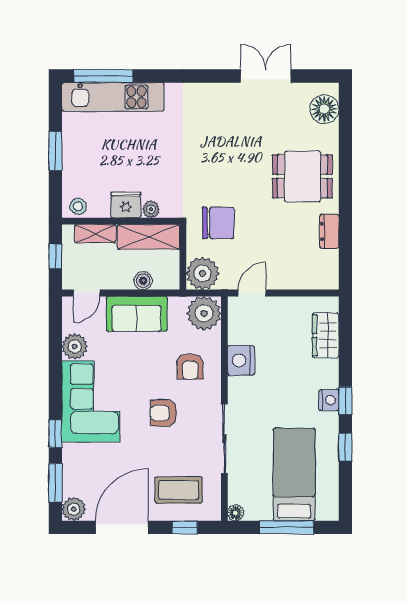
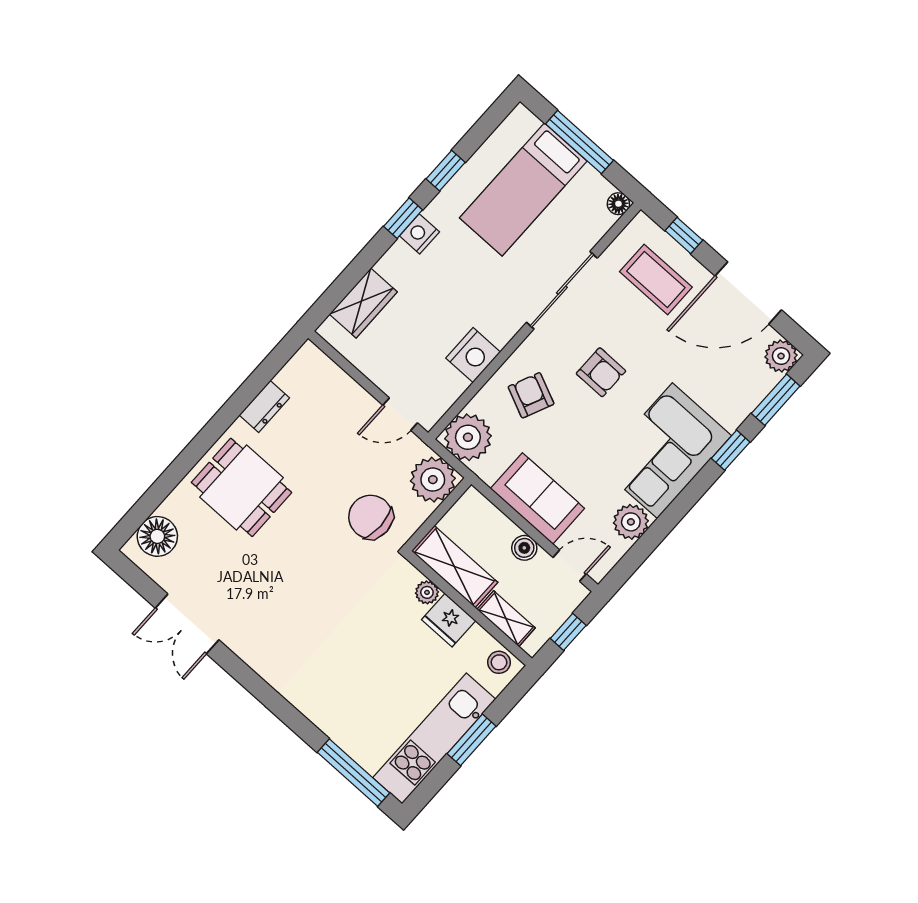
kitchen unit: (113, 97) -> (434, 738), moved, turned -90
boiler: (143, 281) -> (524, 548), moved
armchair: (190, 367) -> (531, 395), turned -66

